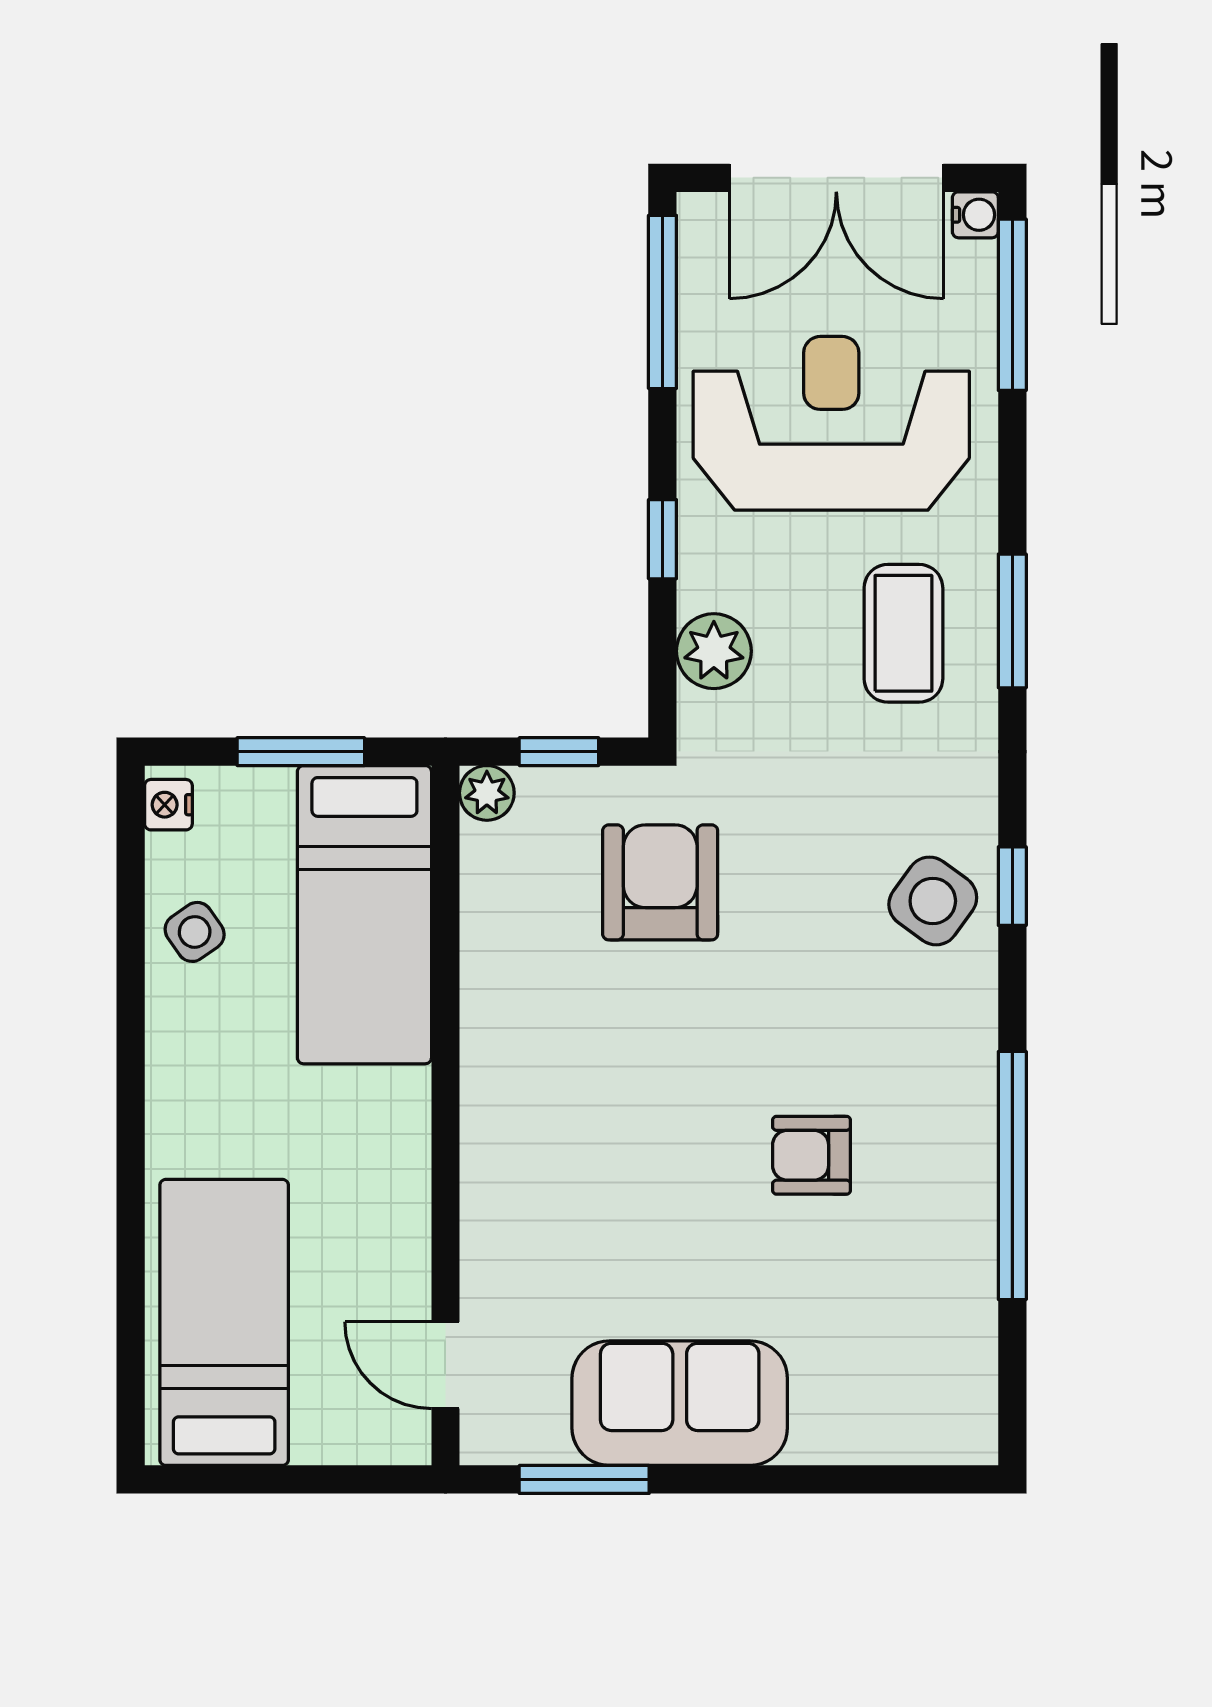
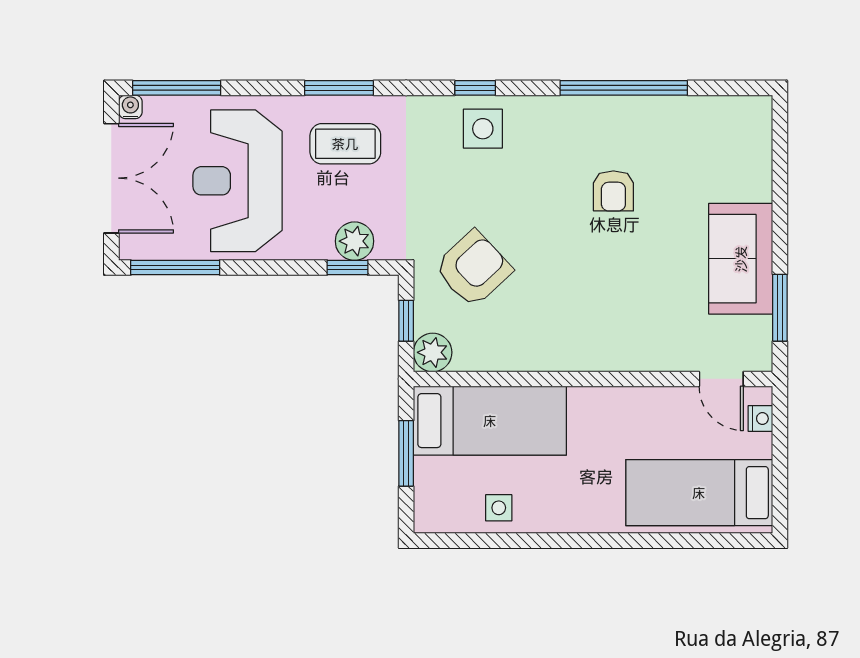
window: (662, 539) -> (347, 268), moved
plant: (487, 793) -> (433, 352), width x1.38, depth x1.38
nightstand: (168, 805) -> (760, 419), moved, turned -90
armchair: (660, 882) -> (473, 269), turned 137
side table: (933, 901) -> (483, 129), turned -36
side table: (195, 932) -> (499, 508), turned 35
door: (445, 1365) -> (721, 379), hinge flipped

